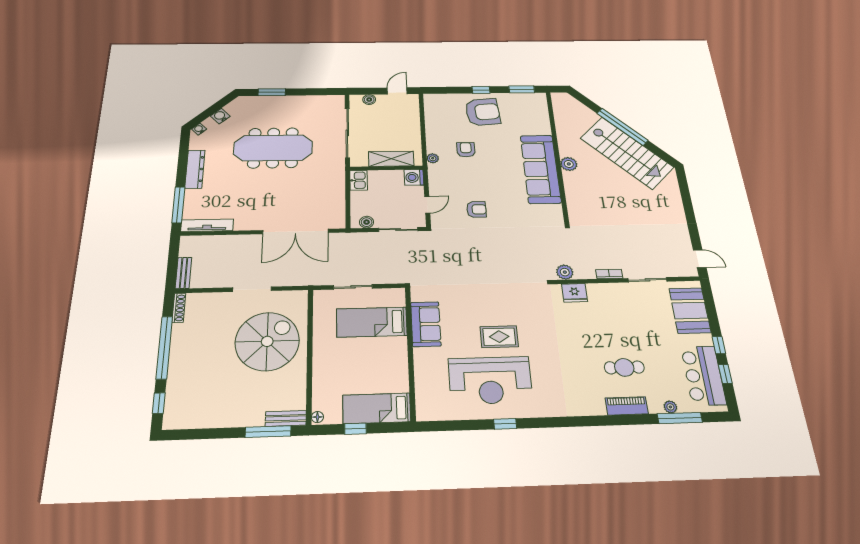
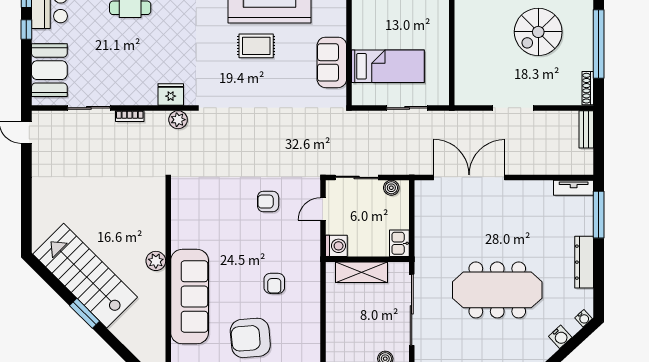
window: (622, 127) -> (85, 313), width x0.47
plant: (433, 158) -> (314, 272), removed
sofa: (541, 169) -> (190, 297), moved
tv unit: (207, 225) -> (574, 188), width x0.71
spiral stairs: (267, 341) -> (538, 32), moved, width x0.73, depth x0.73

